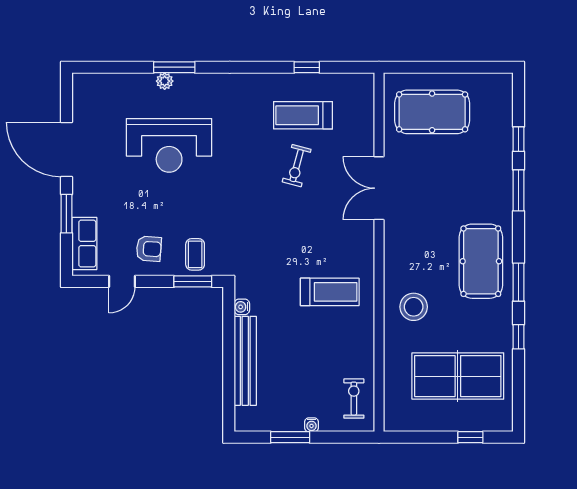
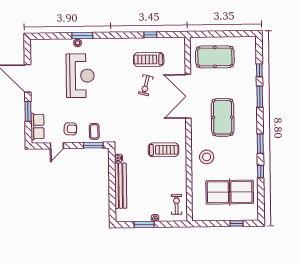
reception desk: (169, 145) -> (80, 76), turned -90
double door: (379, 188) -> (188, 96), width x1.36
pool table: (481, 261) -> (223, 117), moved

